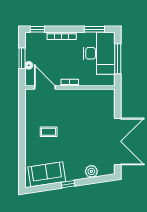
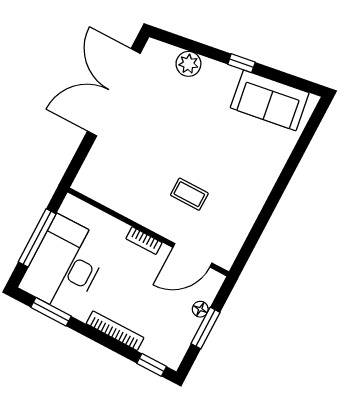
door: (45, 87) -> (192, 255), hinge flipped
coffee table: (49, 132) -> (189, 194), moved

